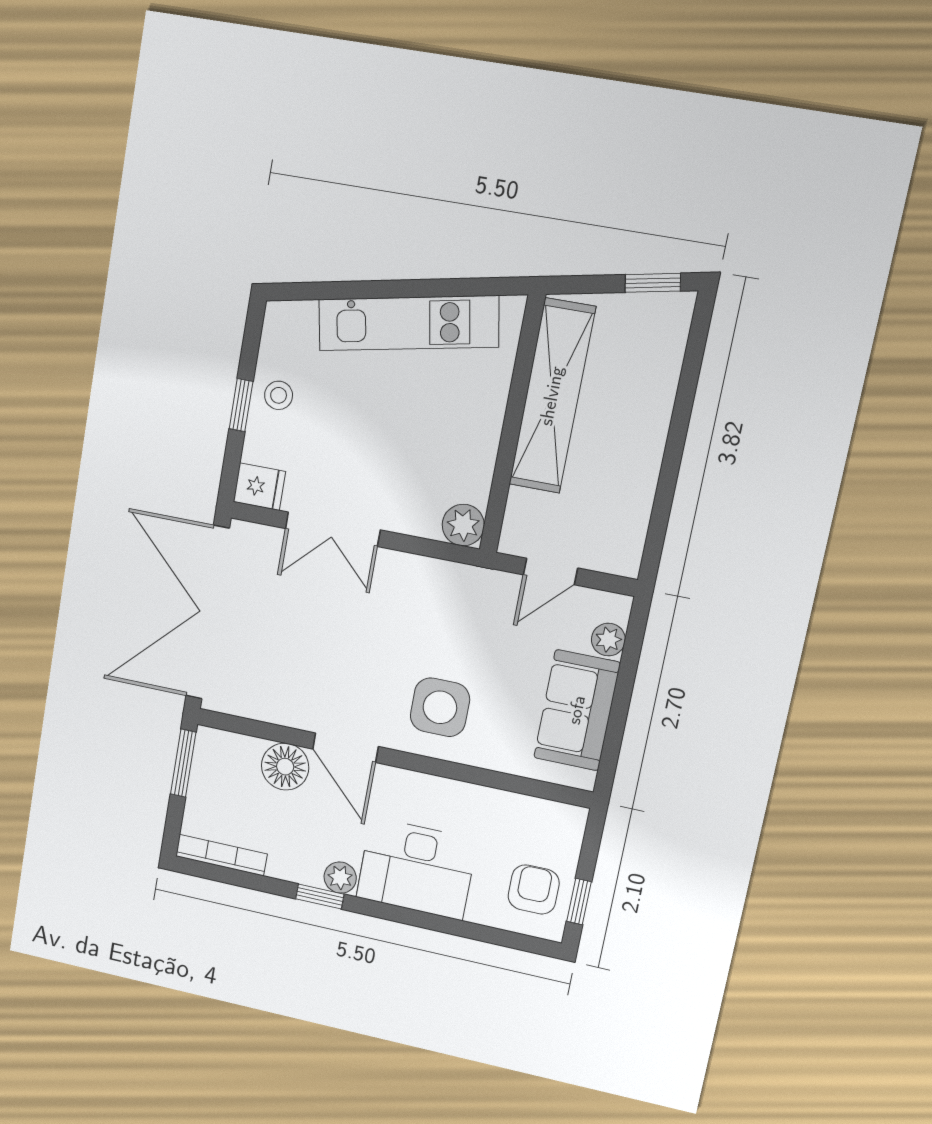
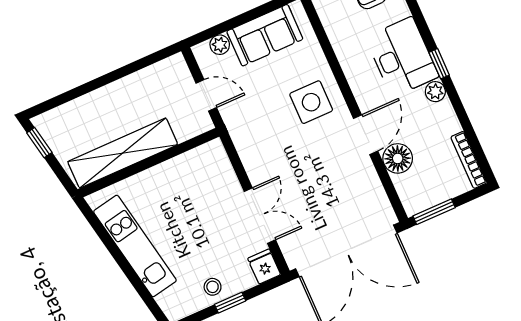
plant: (463, 525) -> (213, 153), removed
window: (320, 896) -> (439, 64), moved

